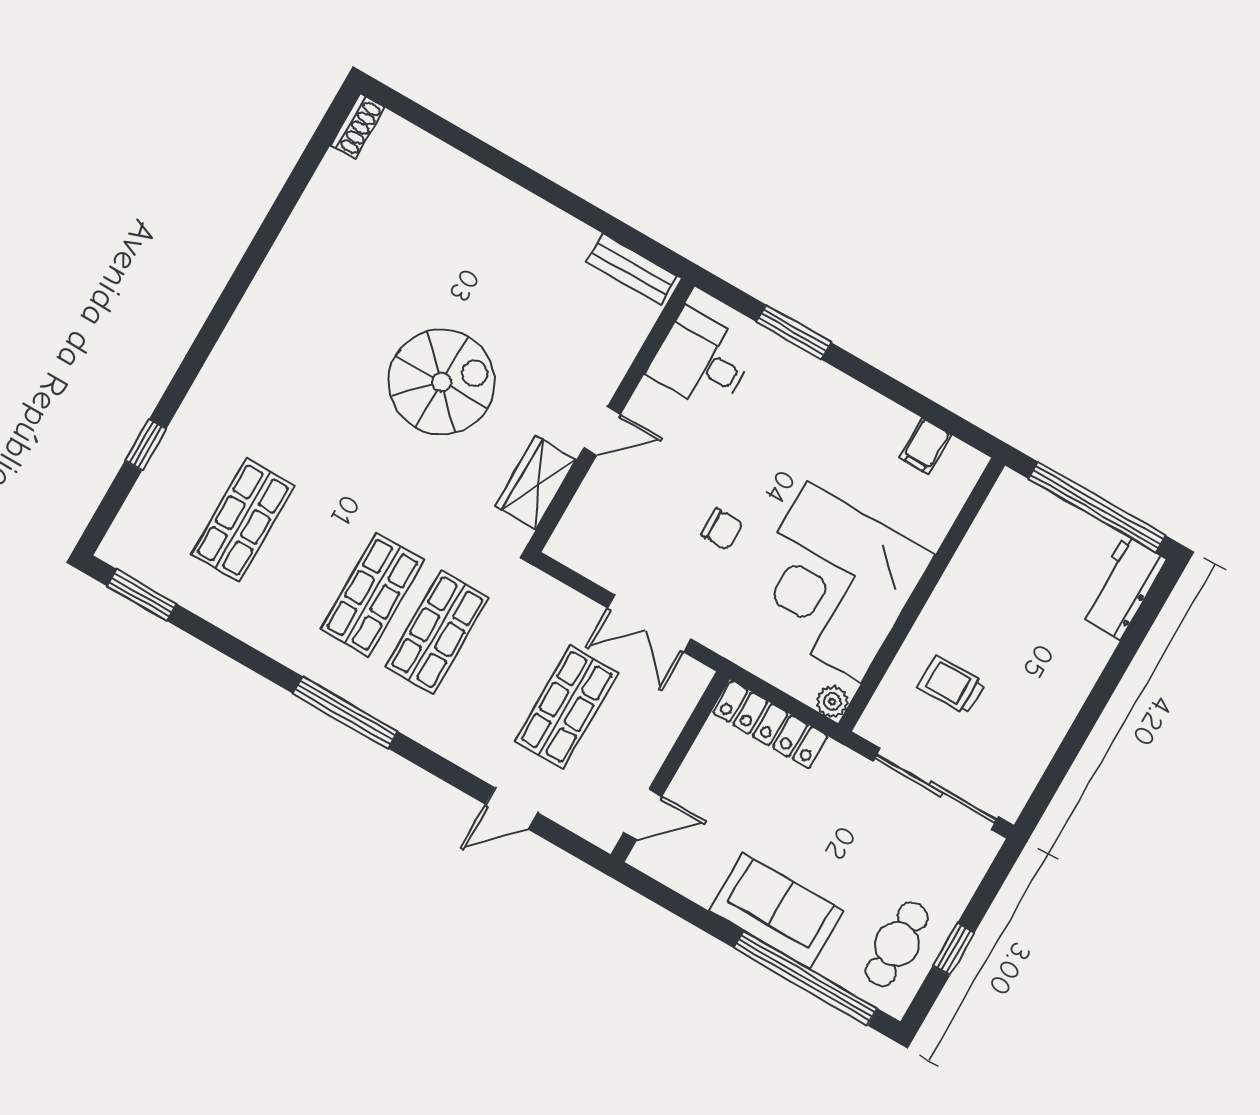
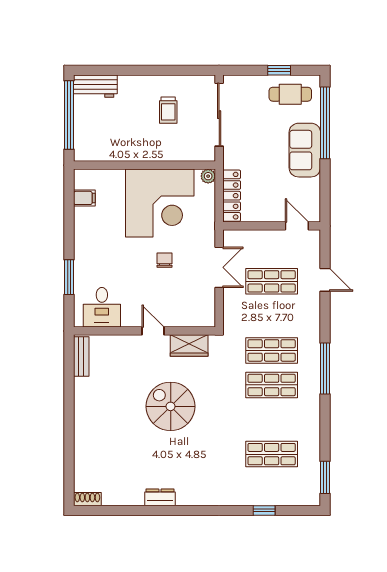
dresser: (283, 264) -> (160, 497), added
trolley: (951, 685) -> (168, 110), moved

